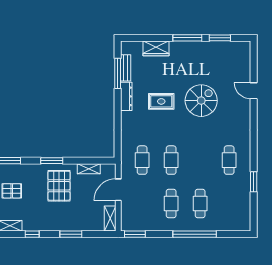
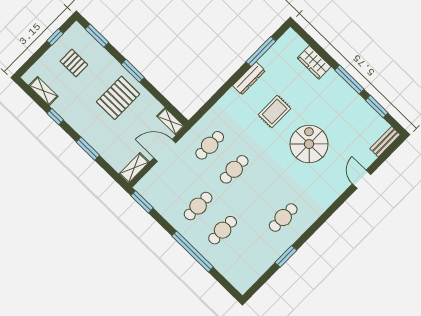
bench: (126, 68) -> (385, 142), moved
rug: (161, 101) -> (275, 112), turned 90
spiral stairs: (201, 101) -> (309, 144), turned -90
shelving: (89, 169) -> (170, 121), moved

